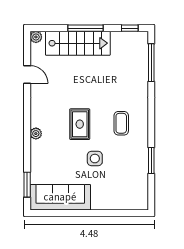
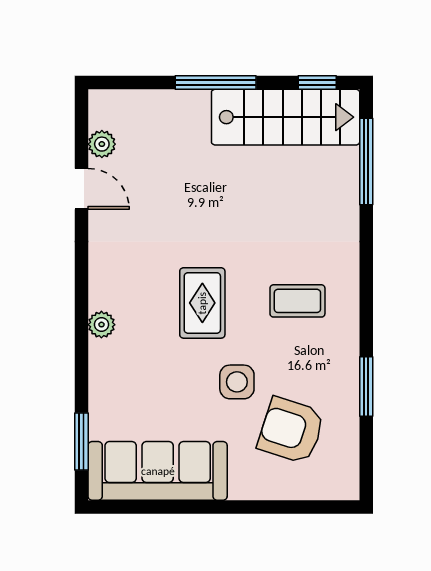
plant: (36, 37) -> (102, 144), moved
stairs: (78, 43) -> (286, 117), moved
coffee table: (121, 123) -> (297, 301), turned 90
armchair: (118, 180) -> (291, 430), added

